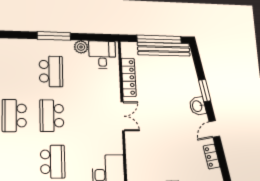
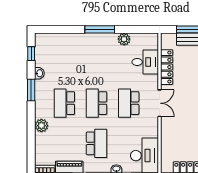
desk: (102, 55) -> (145, 62), moved, turned 90
school desk: (51, 71) -> (129, 103), moved, turned 180

